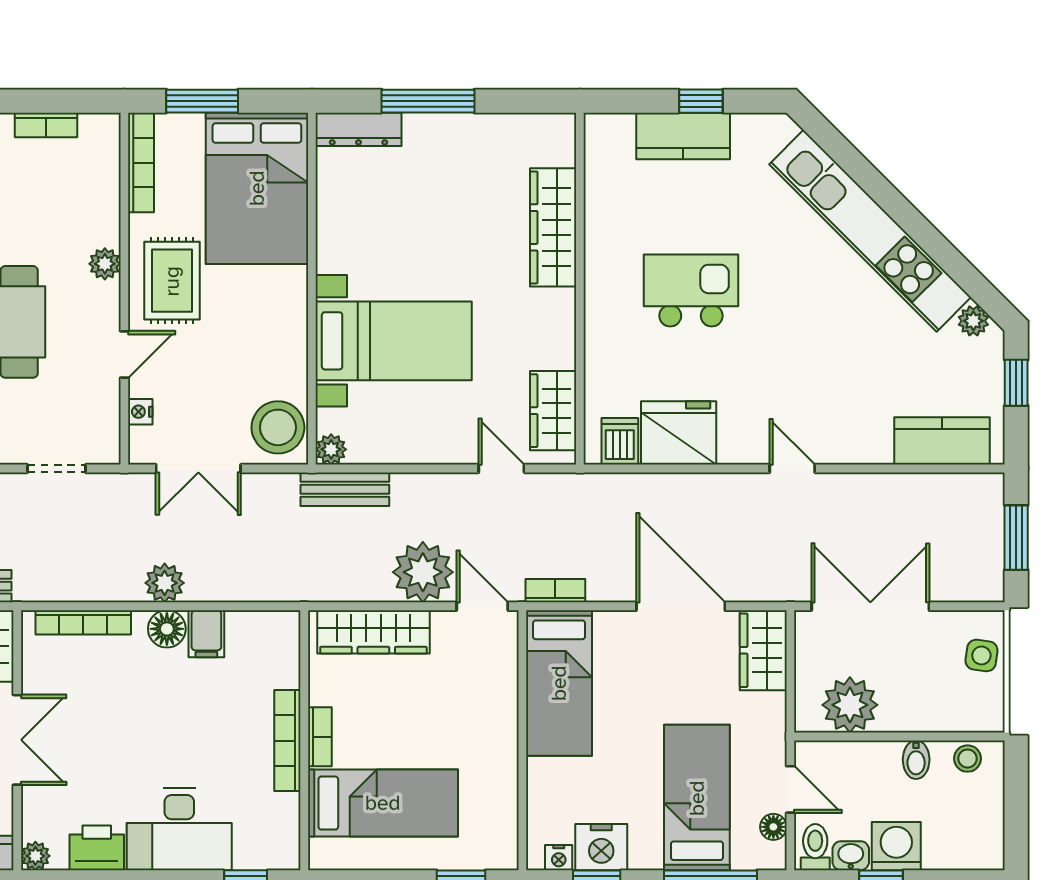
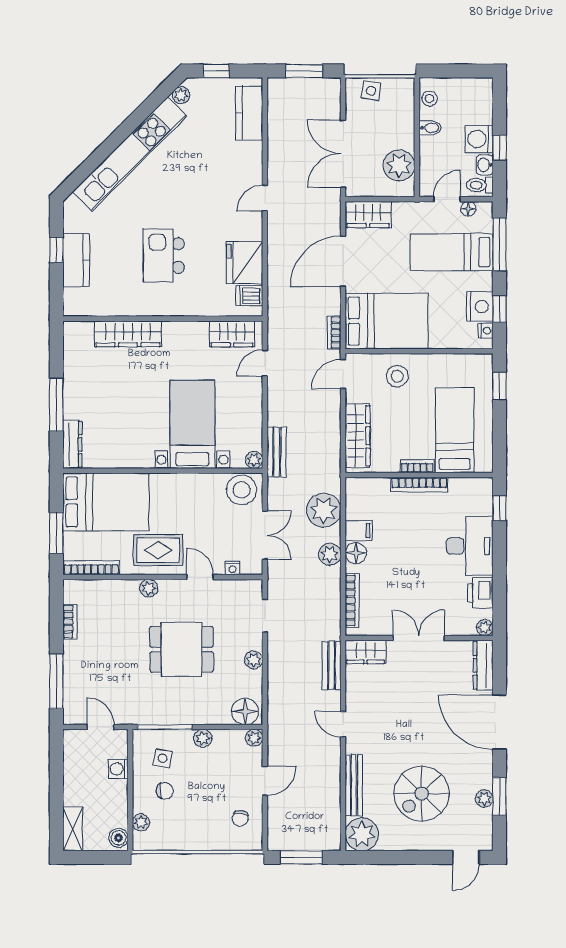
plant: (423, 572) -> (324, 510), moved
bed: (559, 683) -> (387, 321), width x1.50
stool: (478, 702) -> (397, 376), added

